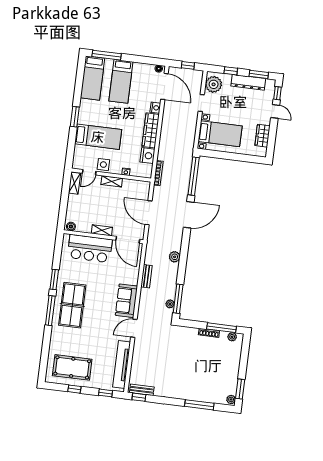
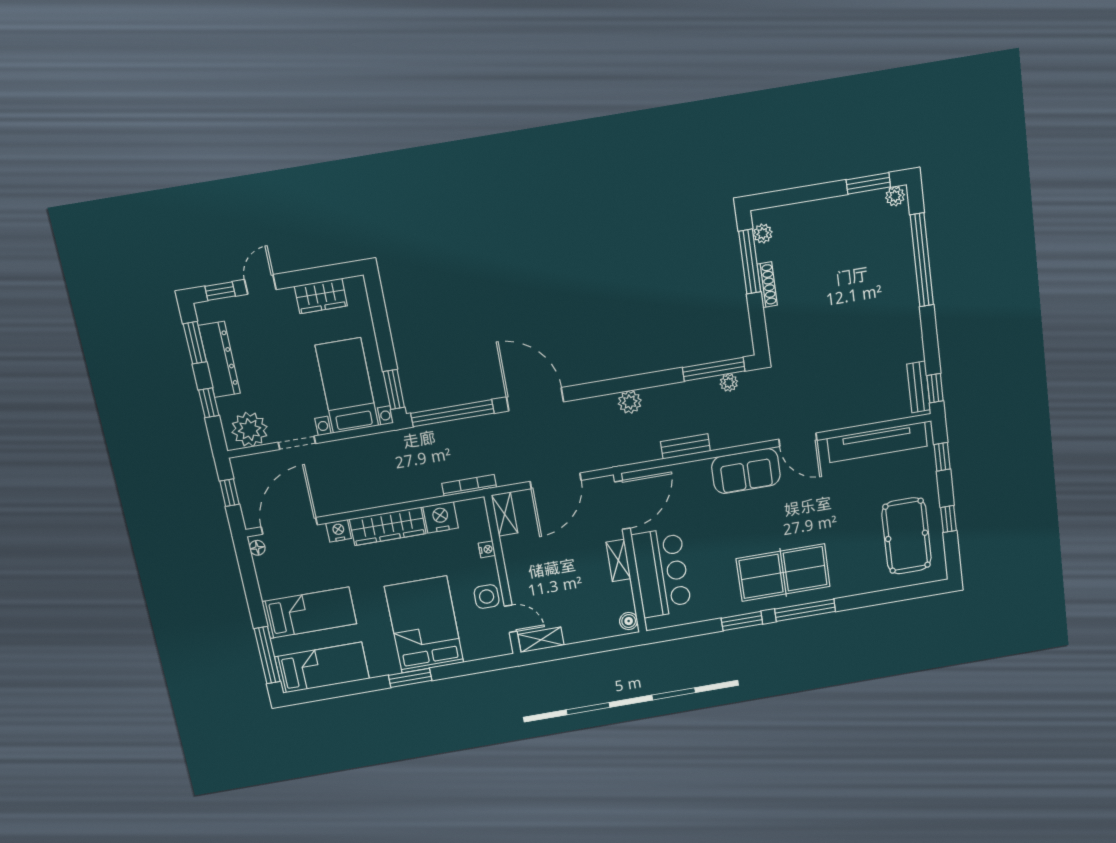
bed: (98, 137) -> (424, 625), width x1.50
window: (212, 154) -> (394, 389), added
shelving: (112, 181) -> (505, 514), moved
window: (199, 405) -> (922, 260), width x1.46

